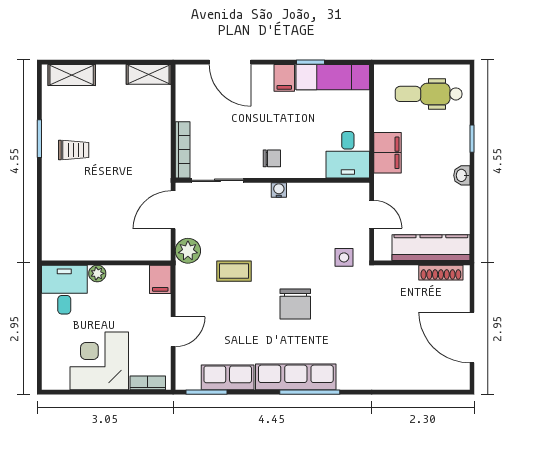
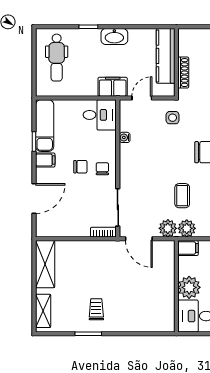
shelving: (149, 74) -> (45, 264), width x1.50, depth x1.33
chair: (275, 127) -> (80, 167), added
bookcase: (183, 150) -> (103, 232), width x0.64
filing cabinet: (388, 153) -> (113, 87), moved
washbasin: (462, 175) -> (114, 37), width x1.91, depth x1.45
water cooler: (279, 190) -> (125, 137), moved
plant: (97, 273) -> (189, 287), width x1.88, depth x1.88
shoe rack: (441, 273) -> (183, 73), moved
plant: (188, 277) -> (187, 228), added

